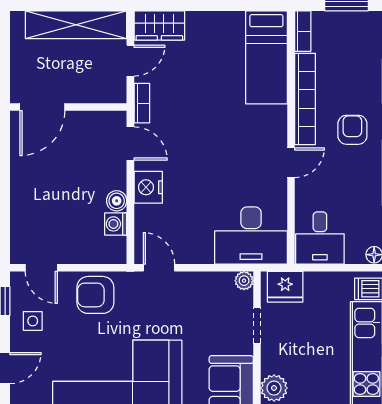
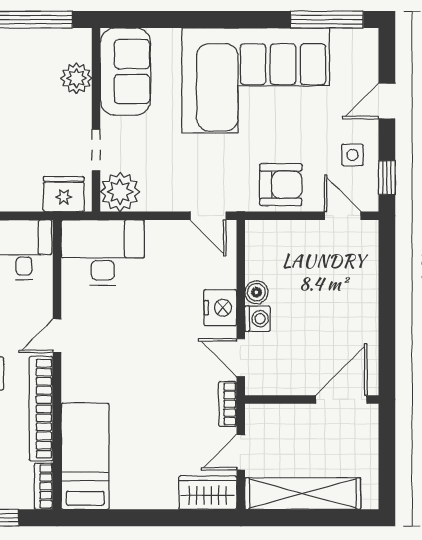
washing machine: (116, 224) -> (258, 319), moved
plant: (244, 281) -> (120, 192), width x1.87, depth x1.87

